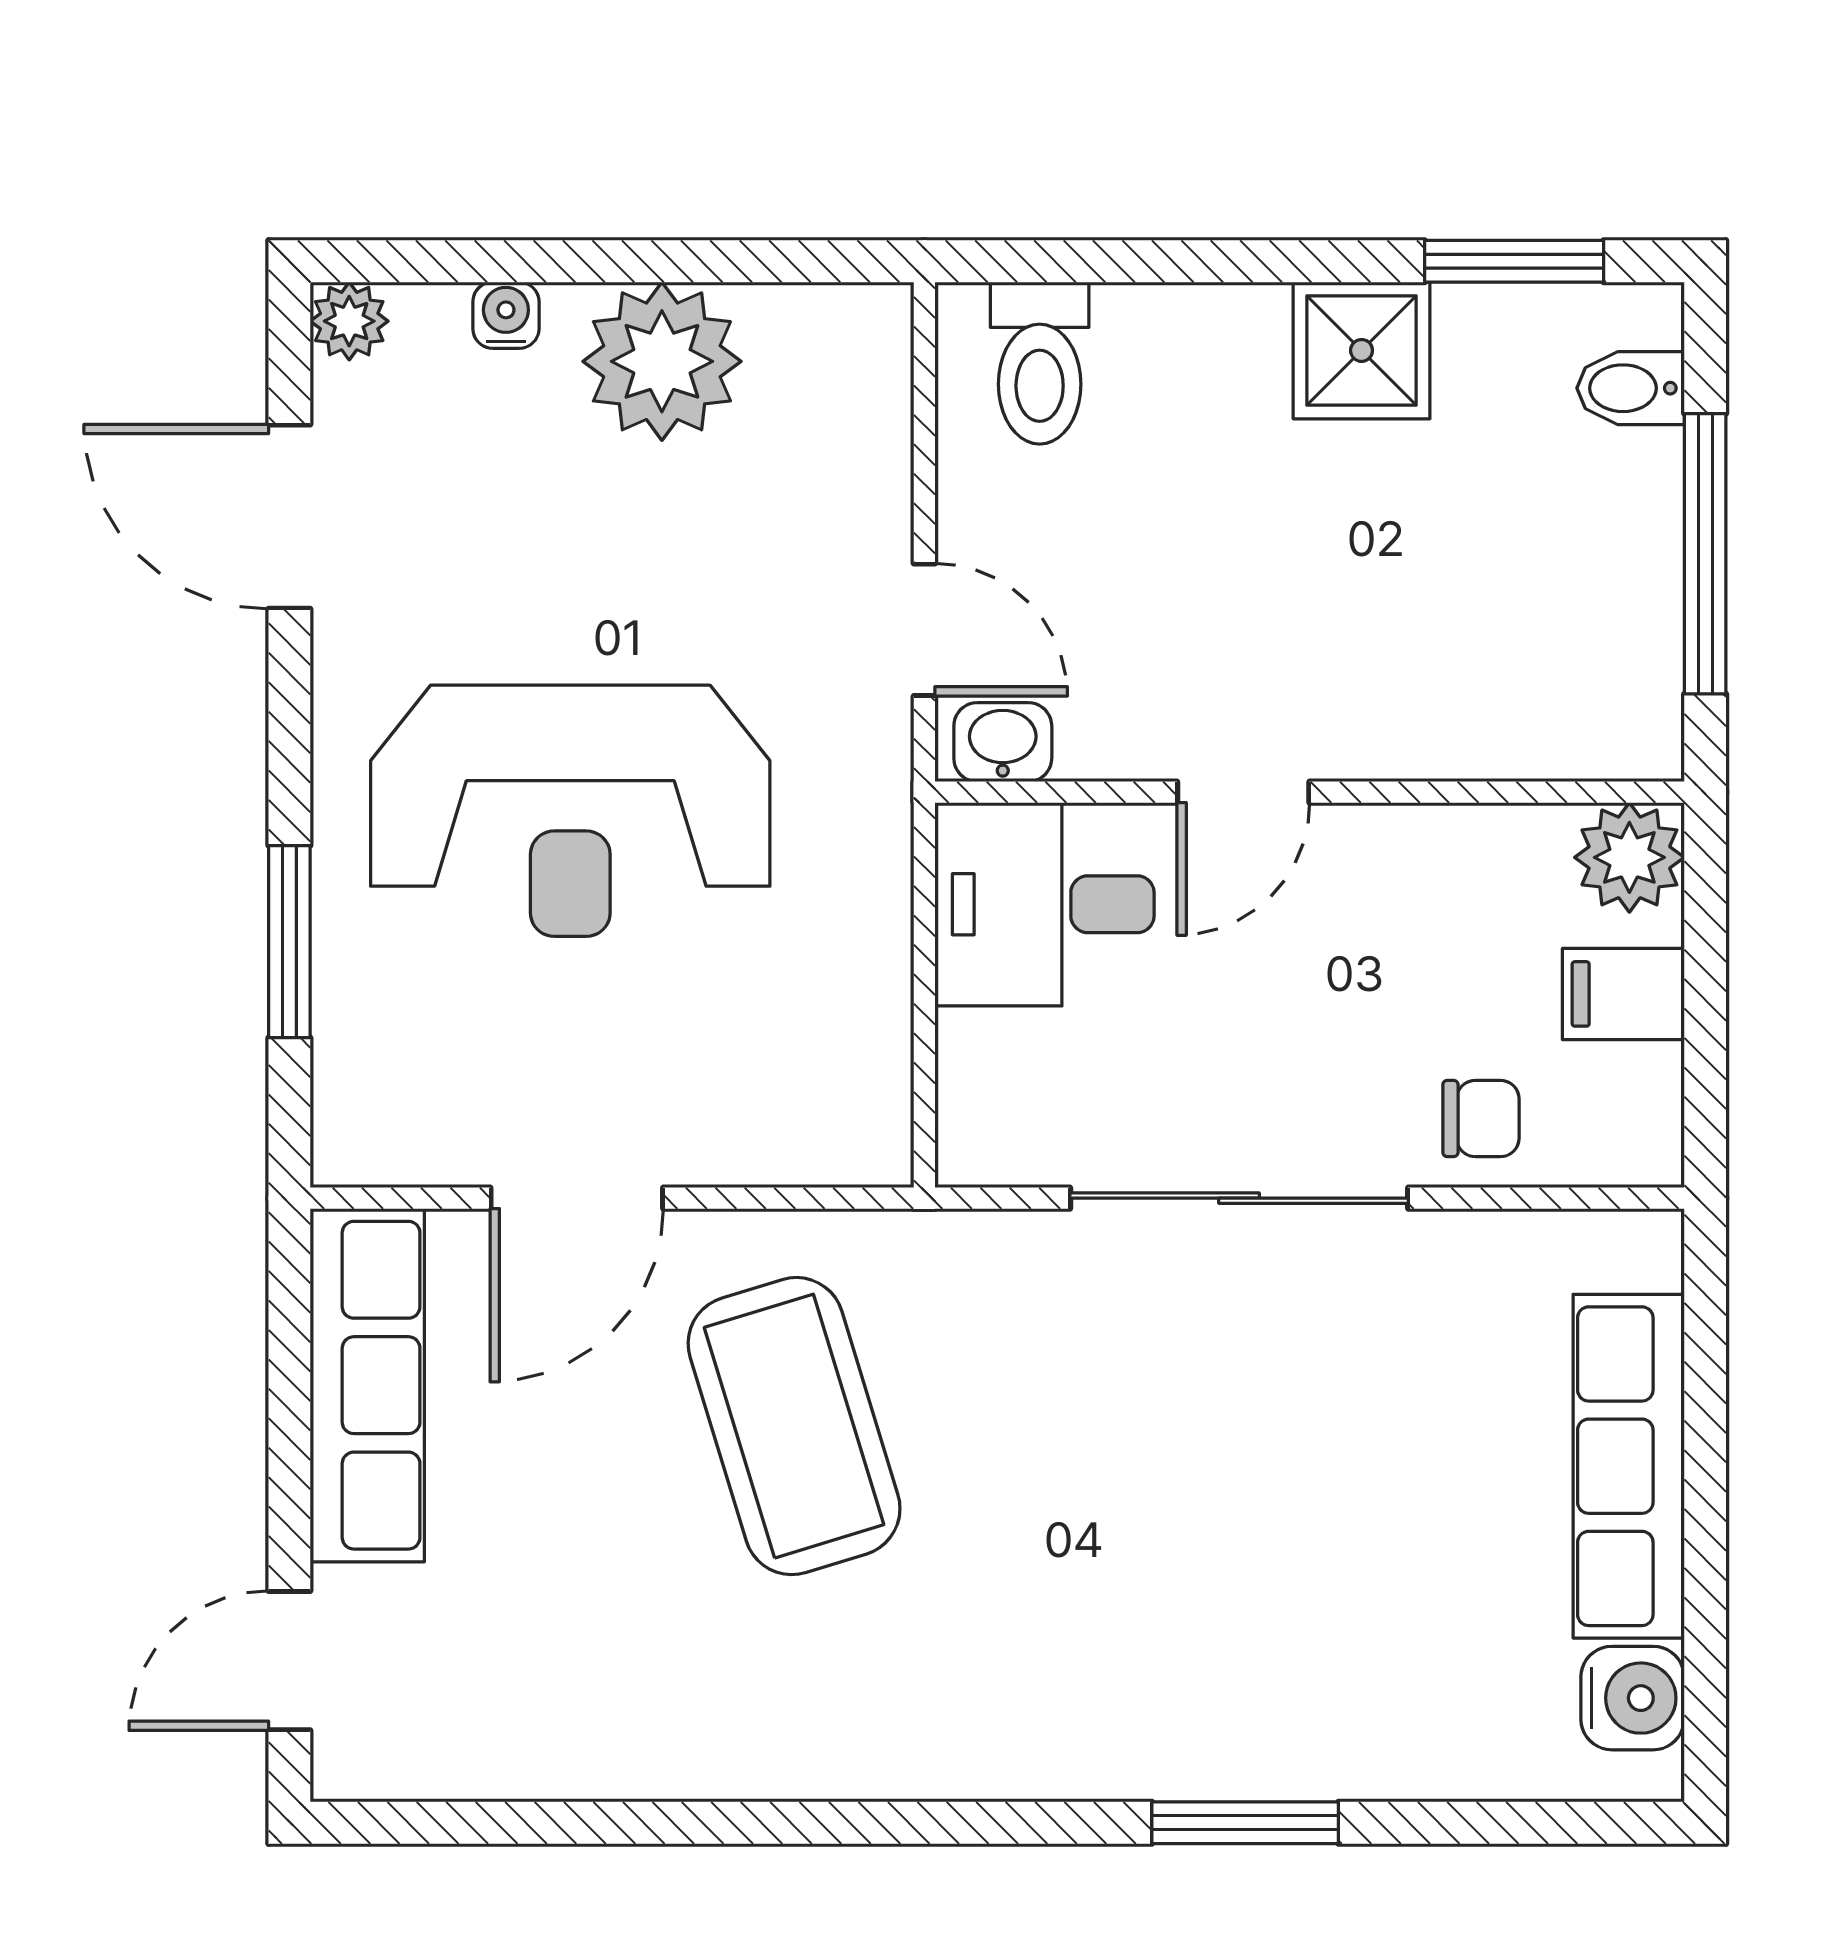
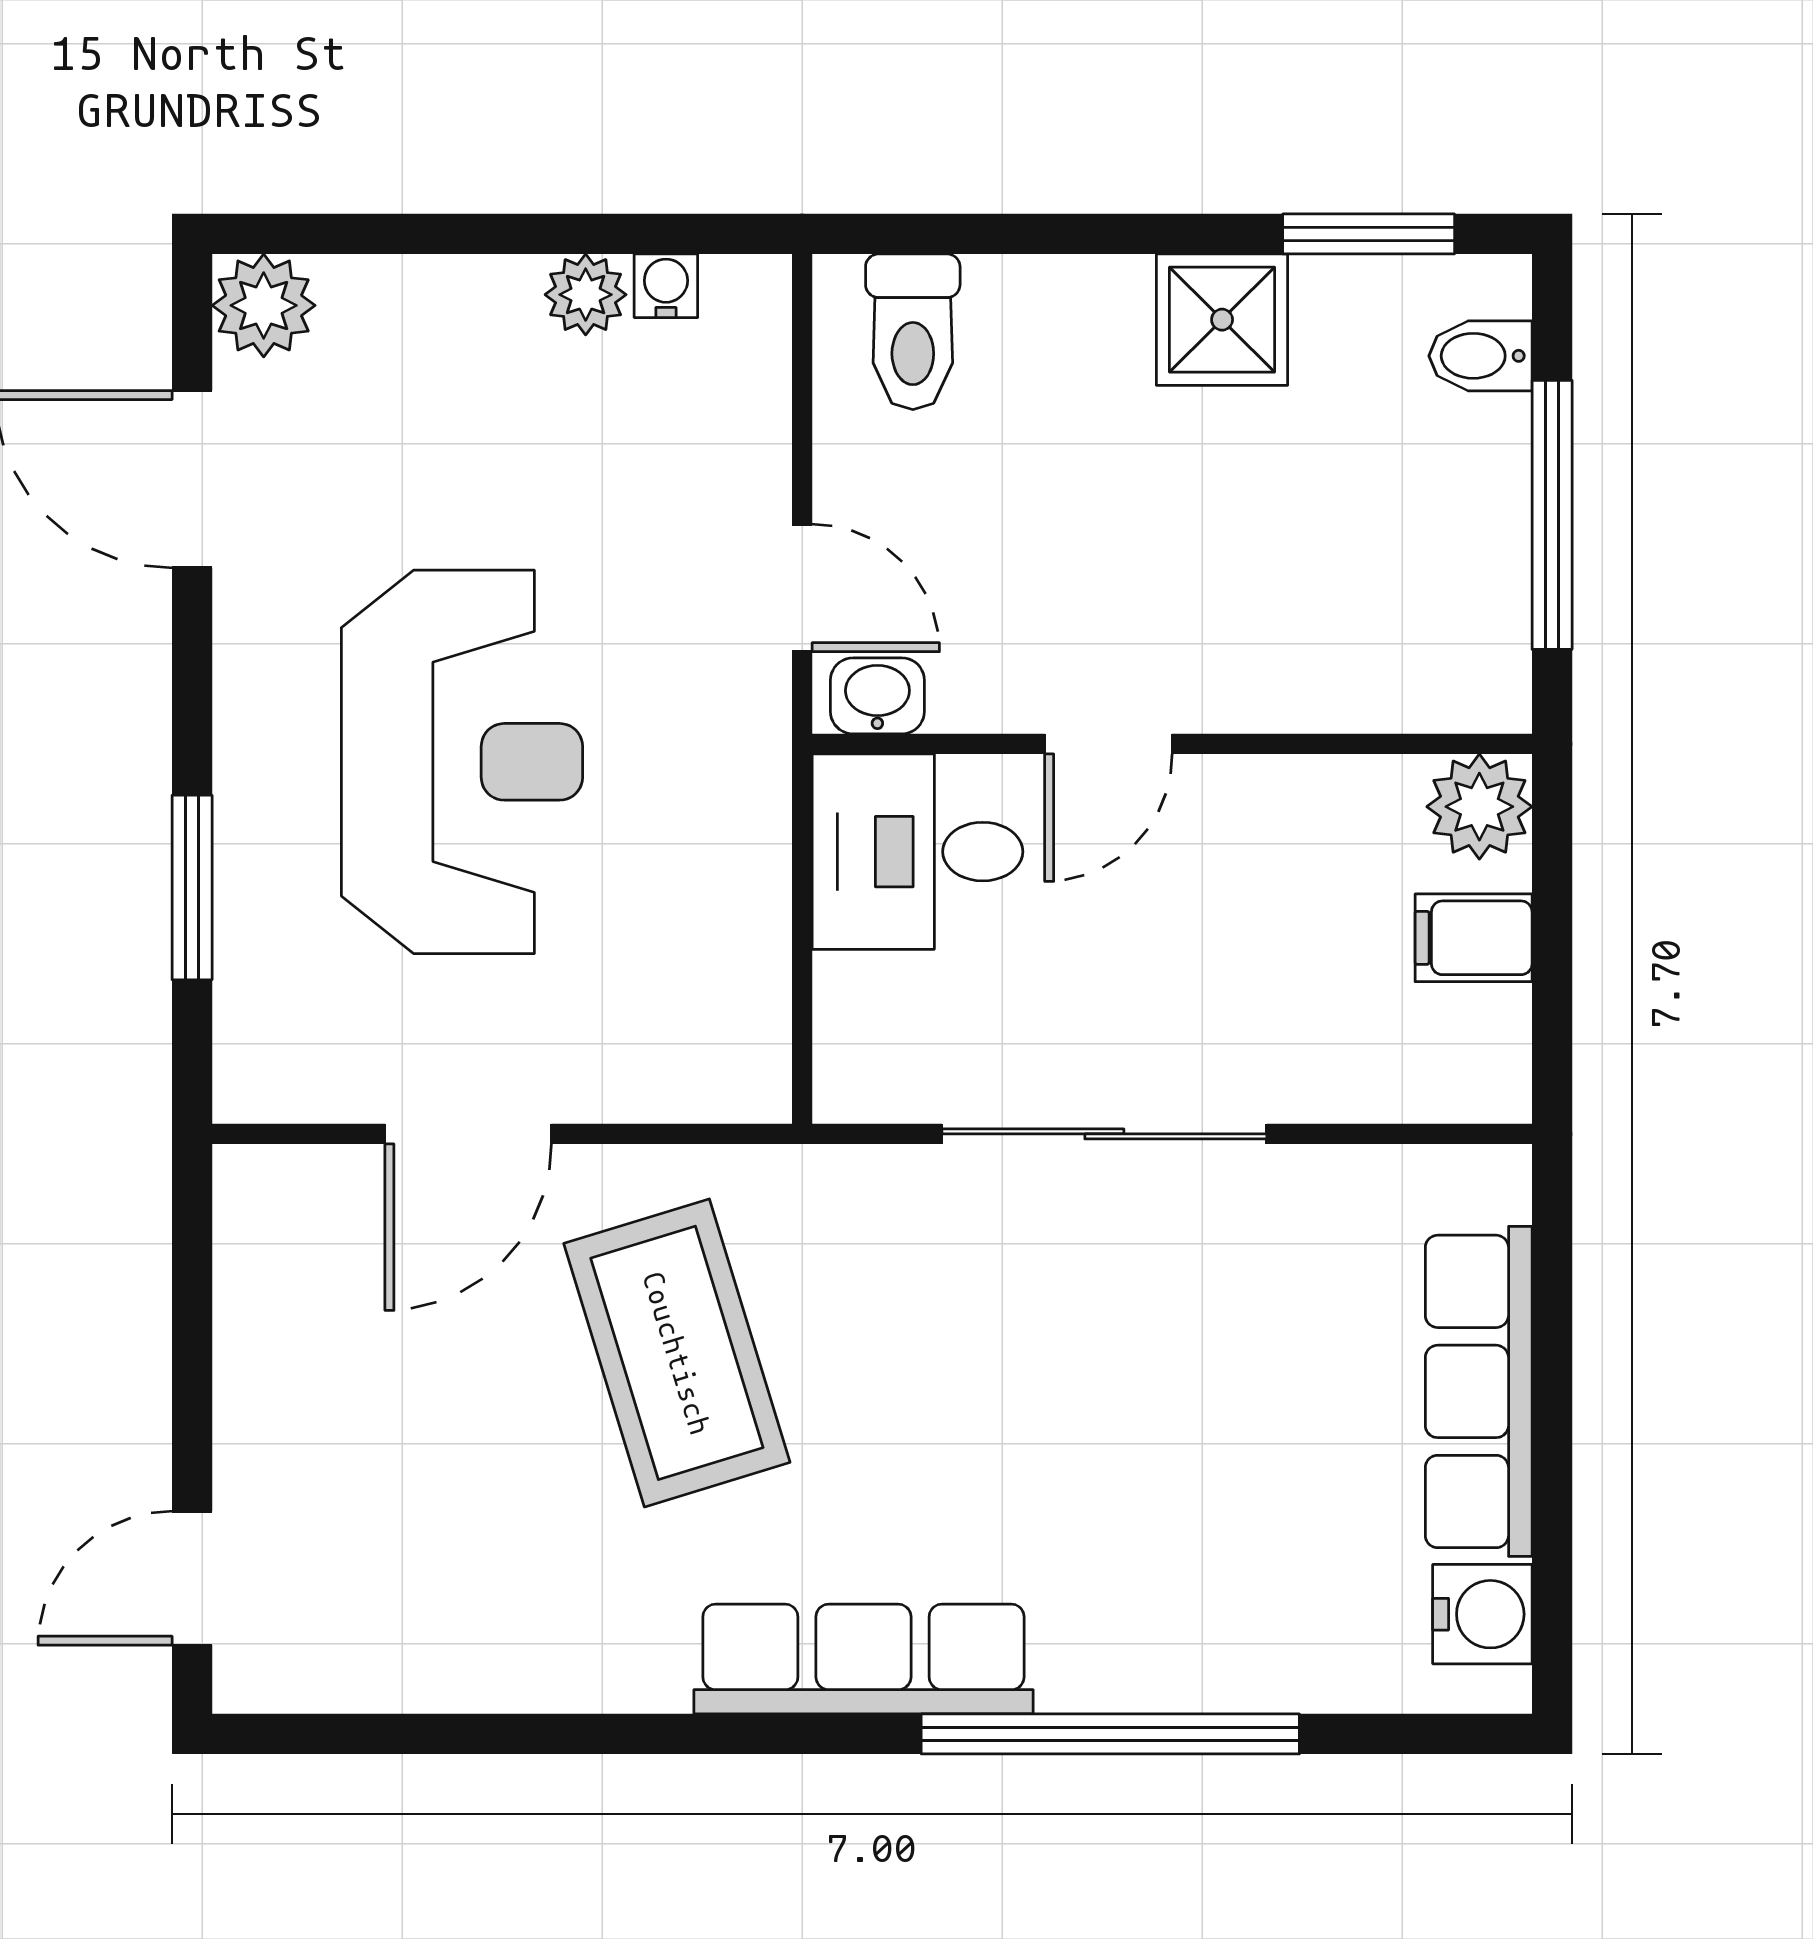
water cooler: (506, 315) -> (666, 286), moved
plant: (349, 321) -> (264, 305), width x1.38, depth x1.38
plant: (662, 361) -> (586, 295), width x0.53, depth x0.53
reception desk: (570, 811) -> (462, 762), turned -90
chair: (1481, 1119) -> (1337, 1057), removed
row of seats: (367, 1385) -> (863, 1659), moved, turned -90
window: (1245, 1823) -> (1110, 1734), width x2.11

